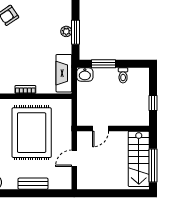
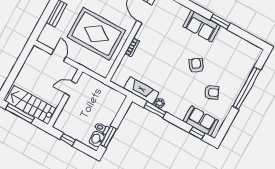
window: (103, 64) -> (108, 137), moved
fireplace: (64, 73) -> (141, 91), moved
washbasin: (85, 75) -> (97, 139), moved
door: (101, 129) -> (70, 88), hinge flipped

